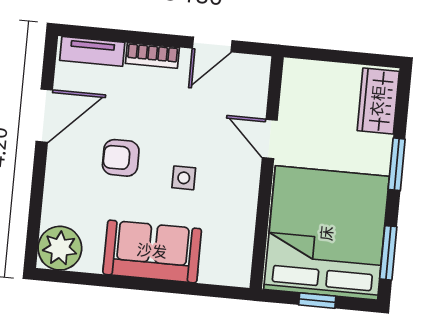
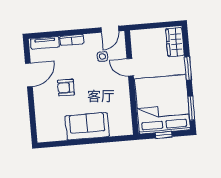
door: (212, 44) -> (110, 29), moved
side table: (184, 178) -> (102, 57), moved
plant: (60, 248) -> (46, 132), removed

